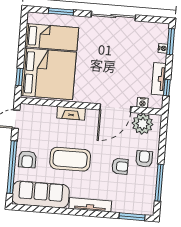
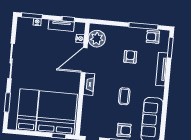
door: (115, 108) -> (84, 60), swing flipped
fireplace: (71, 113) -> (89, 84), moved
coffee table: (70, 159) -> (124, 96), width x0.54, depth x0.58
armchair: (144, 159) -> (153, 37), moved
tv unit: (90, 205) -> (162, 69), moved

